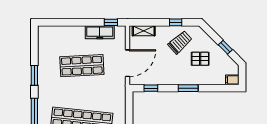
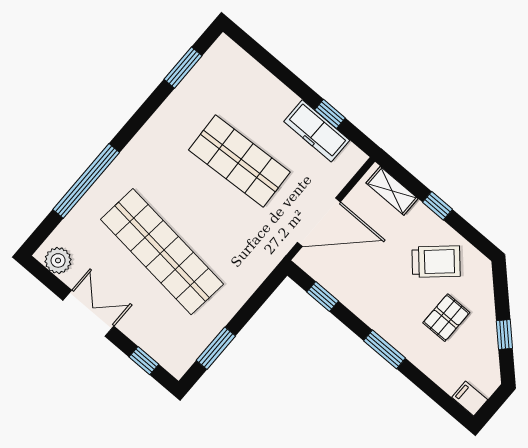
window: (111, 22) -> (330, 114), moved
window: (176, 22) -> (438, 206), moved
pallet: (200, 59) -> (446, 318), turned 90
window: (34, 75) -> (183, 68), moved

